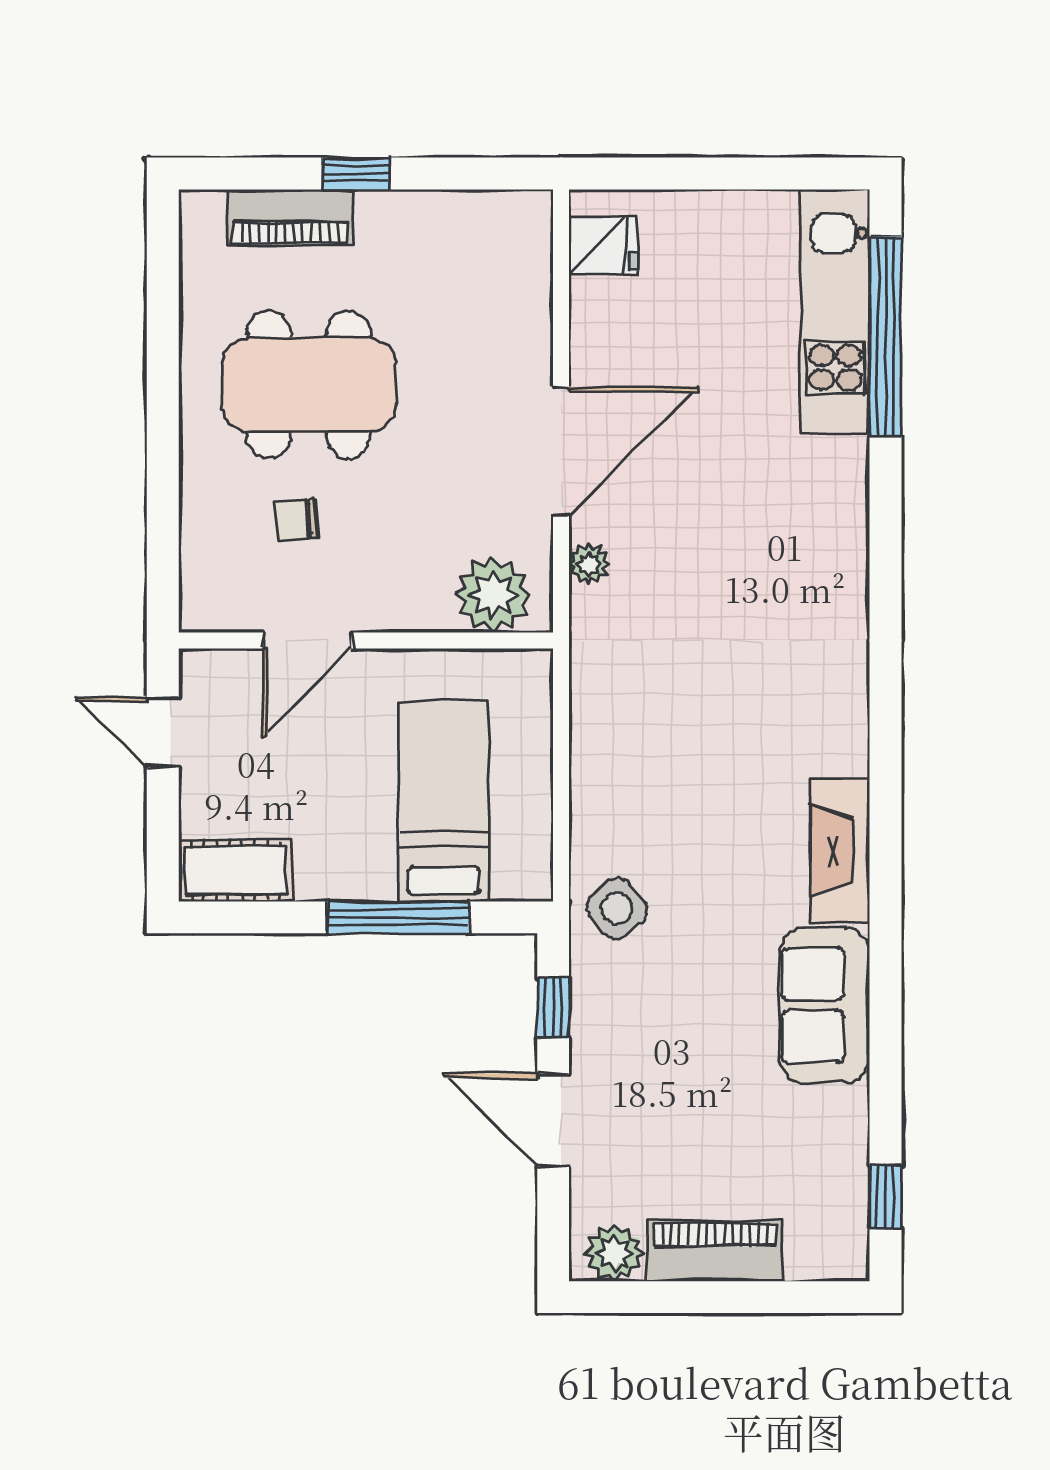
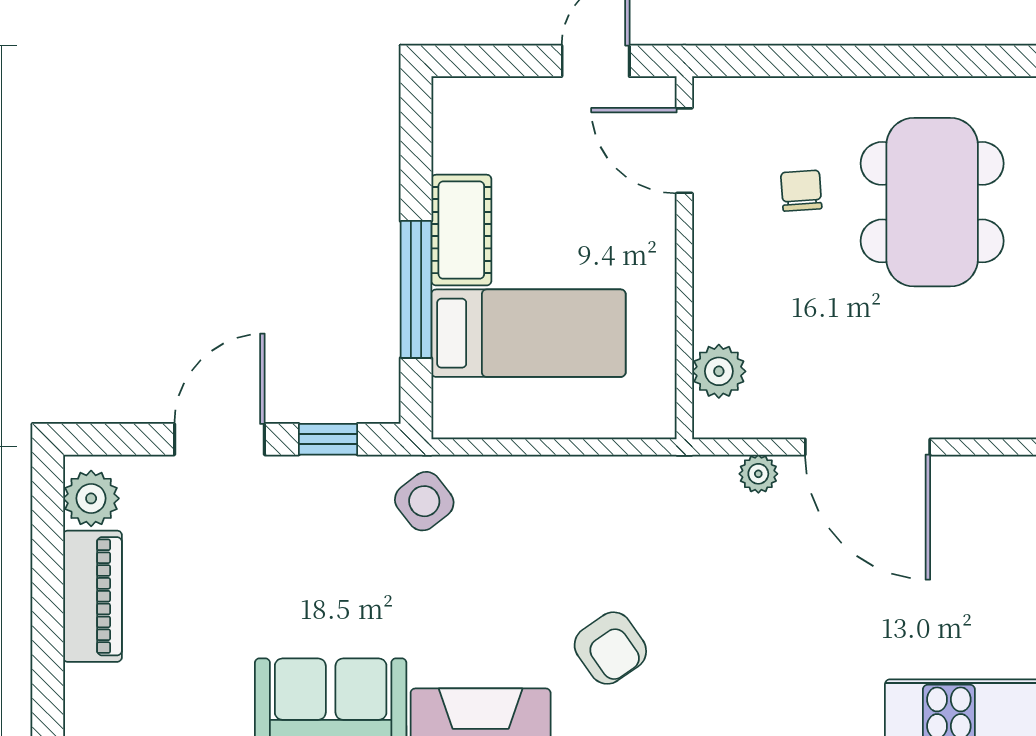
plant: (493, 595) -> (719, 371), width x0.73, depth x0.73
door: (307, 640) -> (684, 151), moved
armchair: (769, 717) -> (610, 648), added
cot: (236, 870) -> (461, 230), moved

